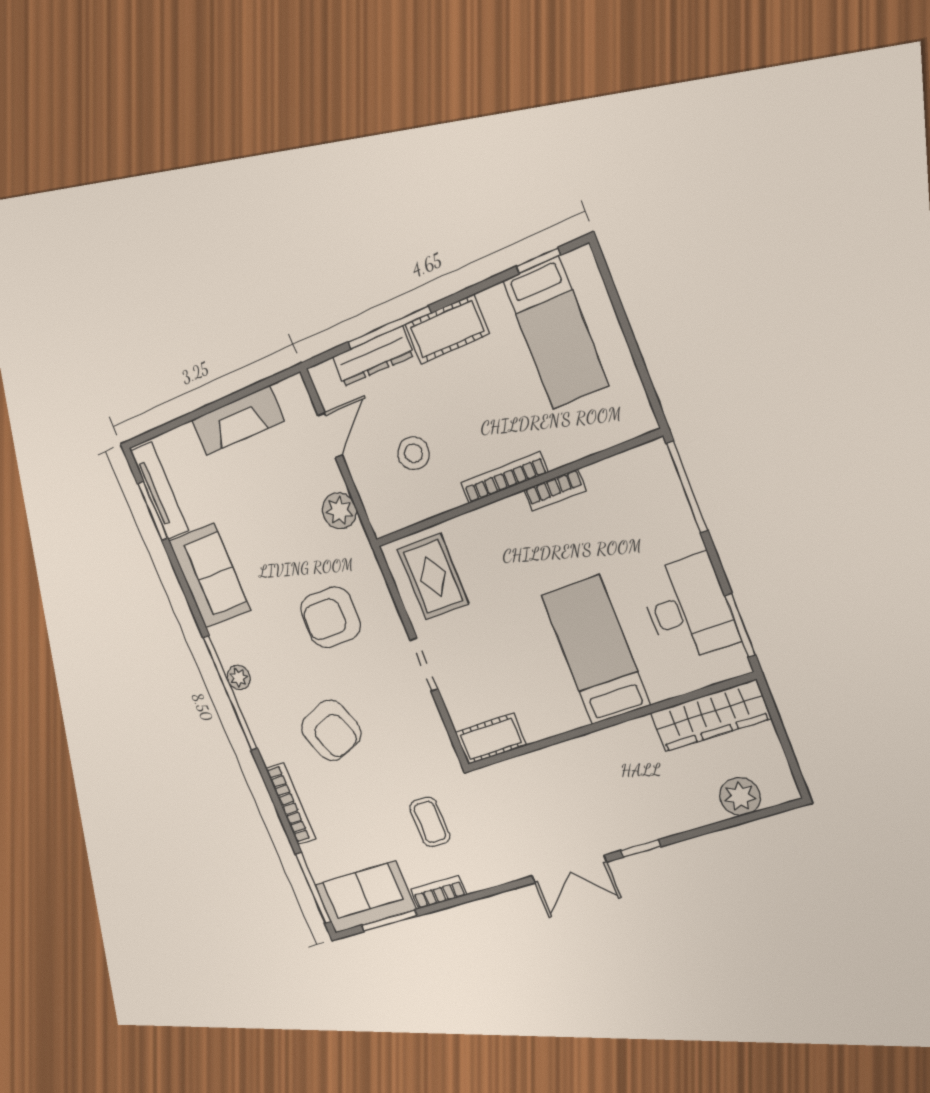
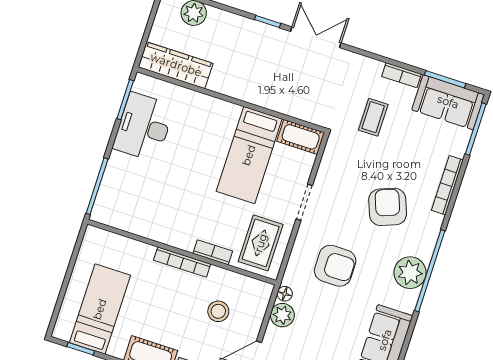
bookcase: (555, 490) -> (213, 252), moved
floor lamp: (357, 538) -> (285, 294), added
bed: (596, 650) -> (249, 155), moved
plant: (239, 678) -> (410, 273), width x1.87, depth x1.87

